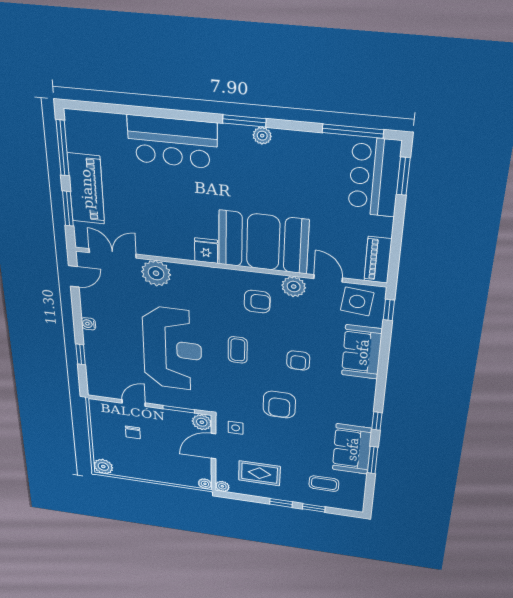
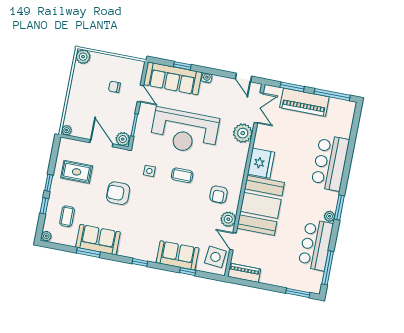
bar counter: (374, 177) -> (316, 245), moved, turned -90
fridge: (206, 251) -> (261, 163), width x1.88, depth x1.34
door: (328, 278) -> (233, 241), swing flipped
window: (389, 310) -> (188, 272), moved
armchair: (298, 360) -> (172, 214), removed
sofa: (102, 366) -> (173, 78), added
armchair: (279, 405) -> (118, 193), moved
window: (377, 421) -> (140, 262), moved
side table: (236, 428) -> (149, 171), moved
rug: (259, 473) -> (77, 172), turned 90
plant: (222, 486) -> (46, 236), moved

